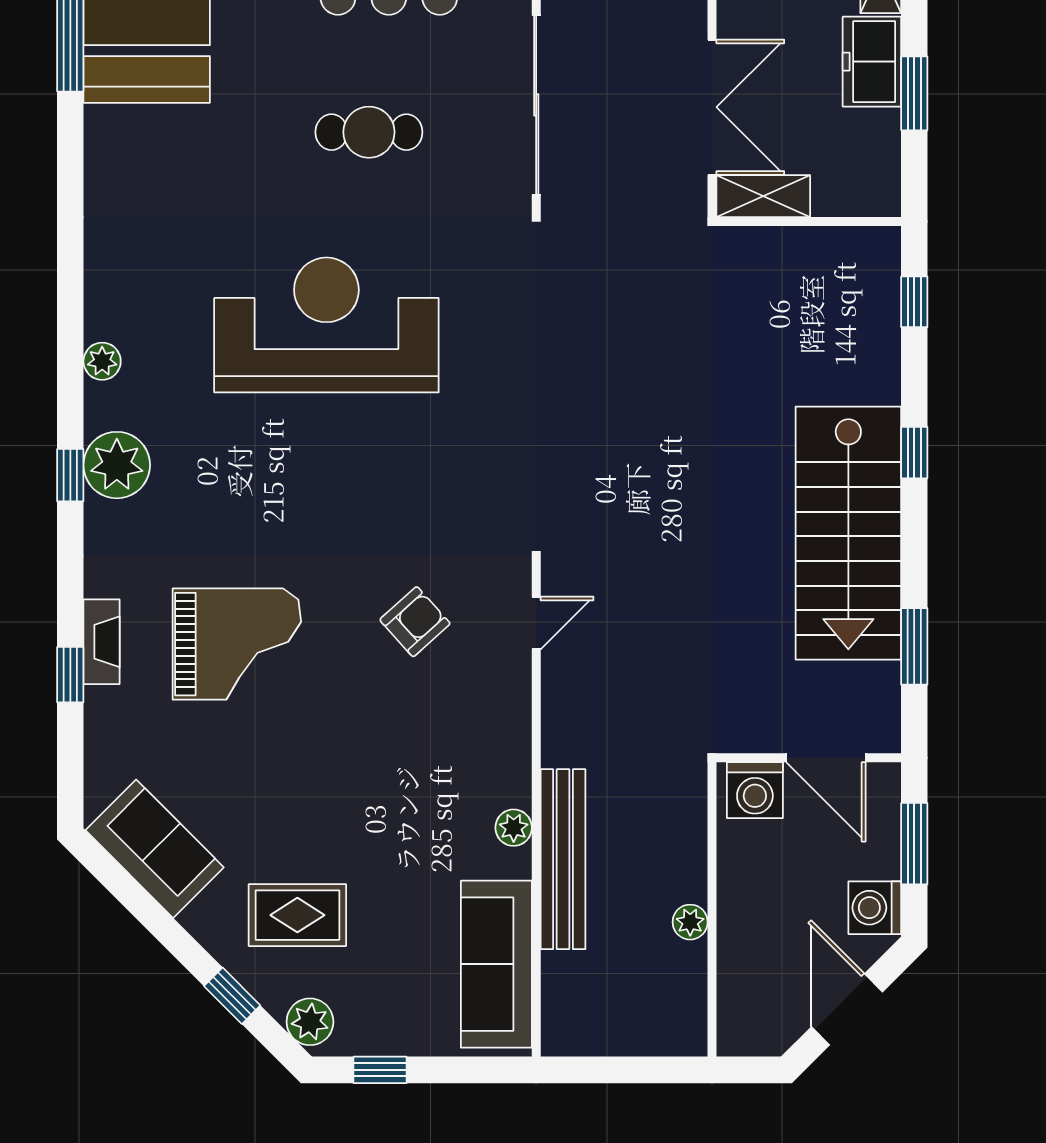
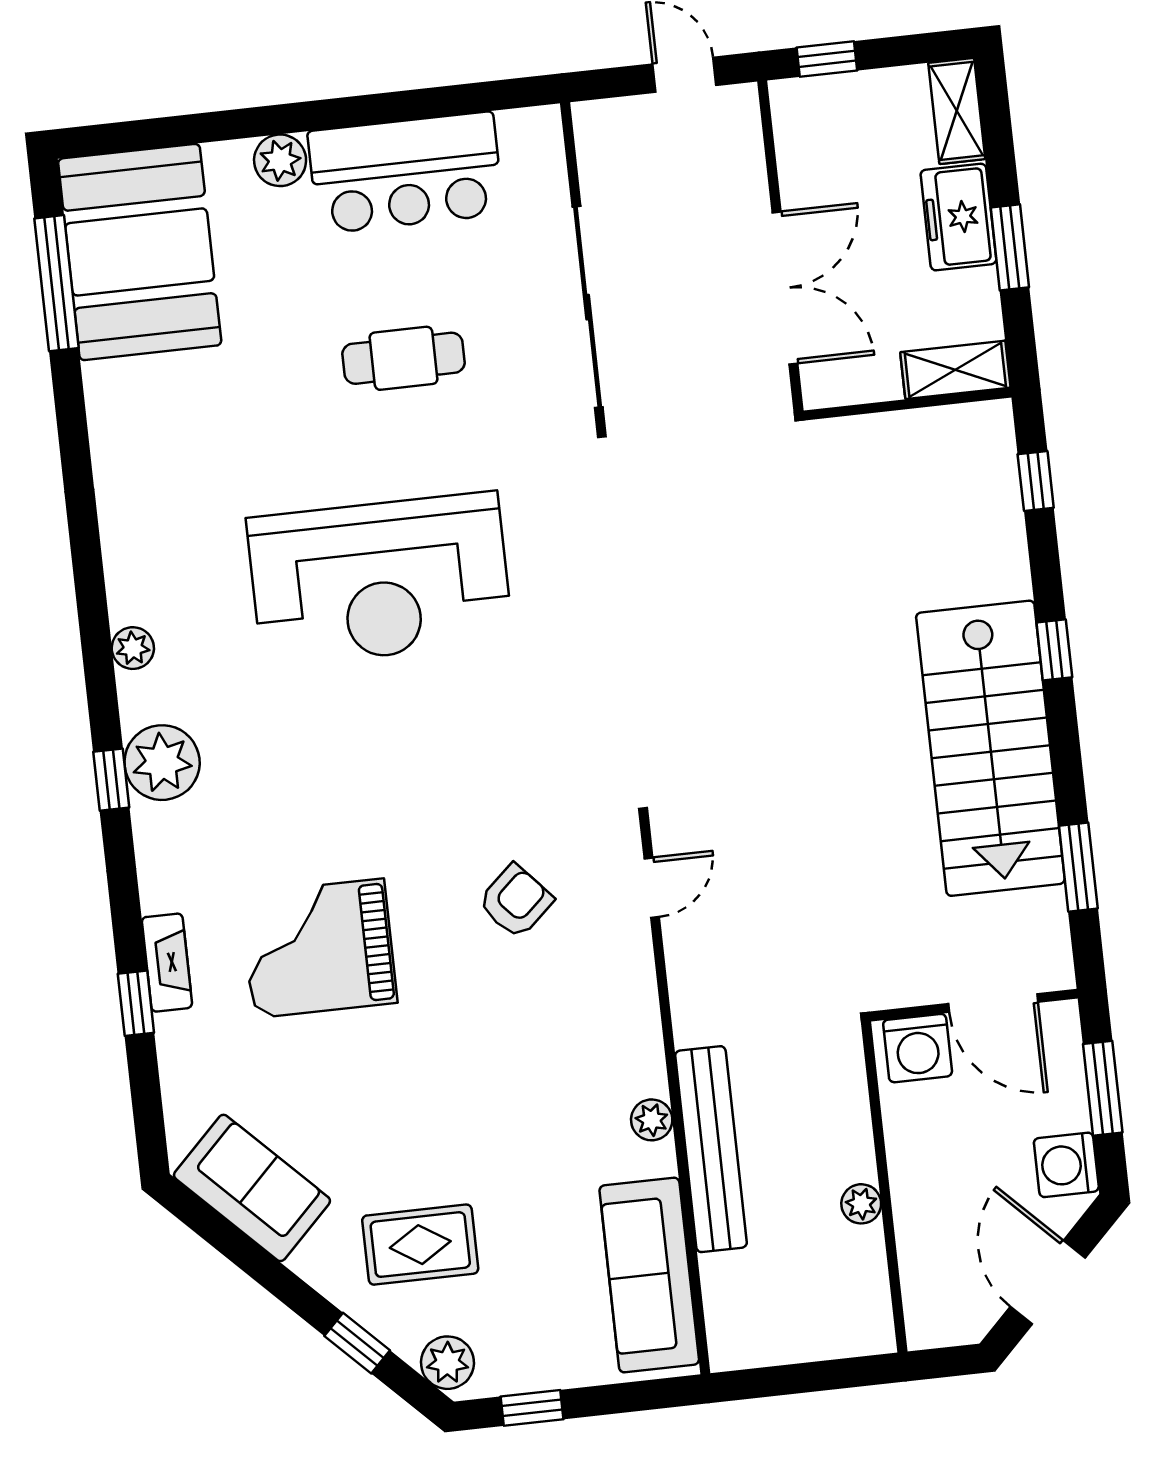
shelving: (763, 196) -> (955, 370), moved
reception desk: (326, 325) -> (380, 580), turned 180
grand piano: (237, 644) -> (319, 948), turned 180

